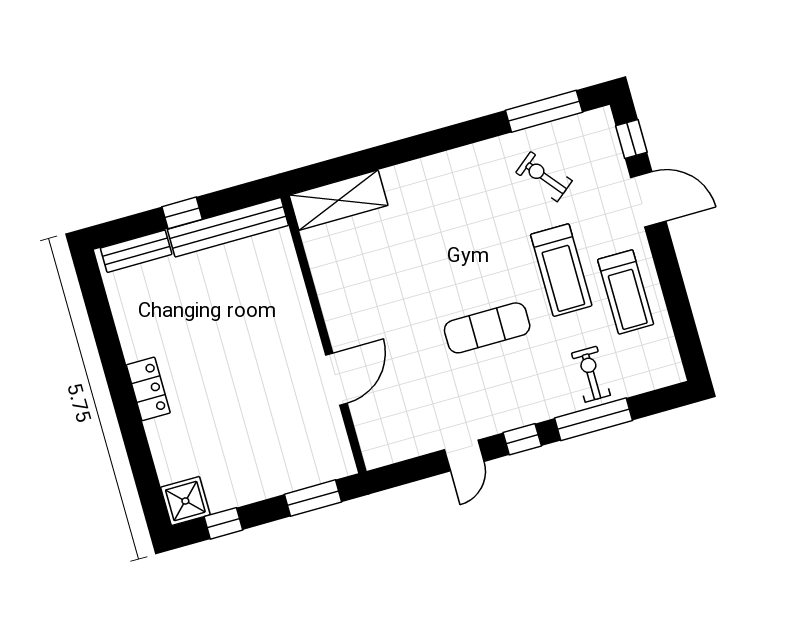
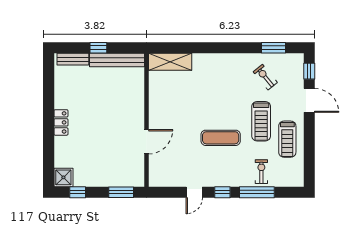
window: (544, 111) -> (273, 48), width x0.69

